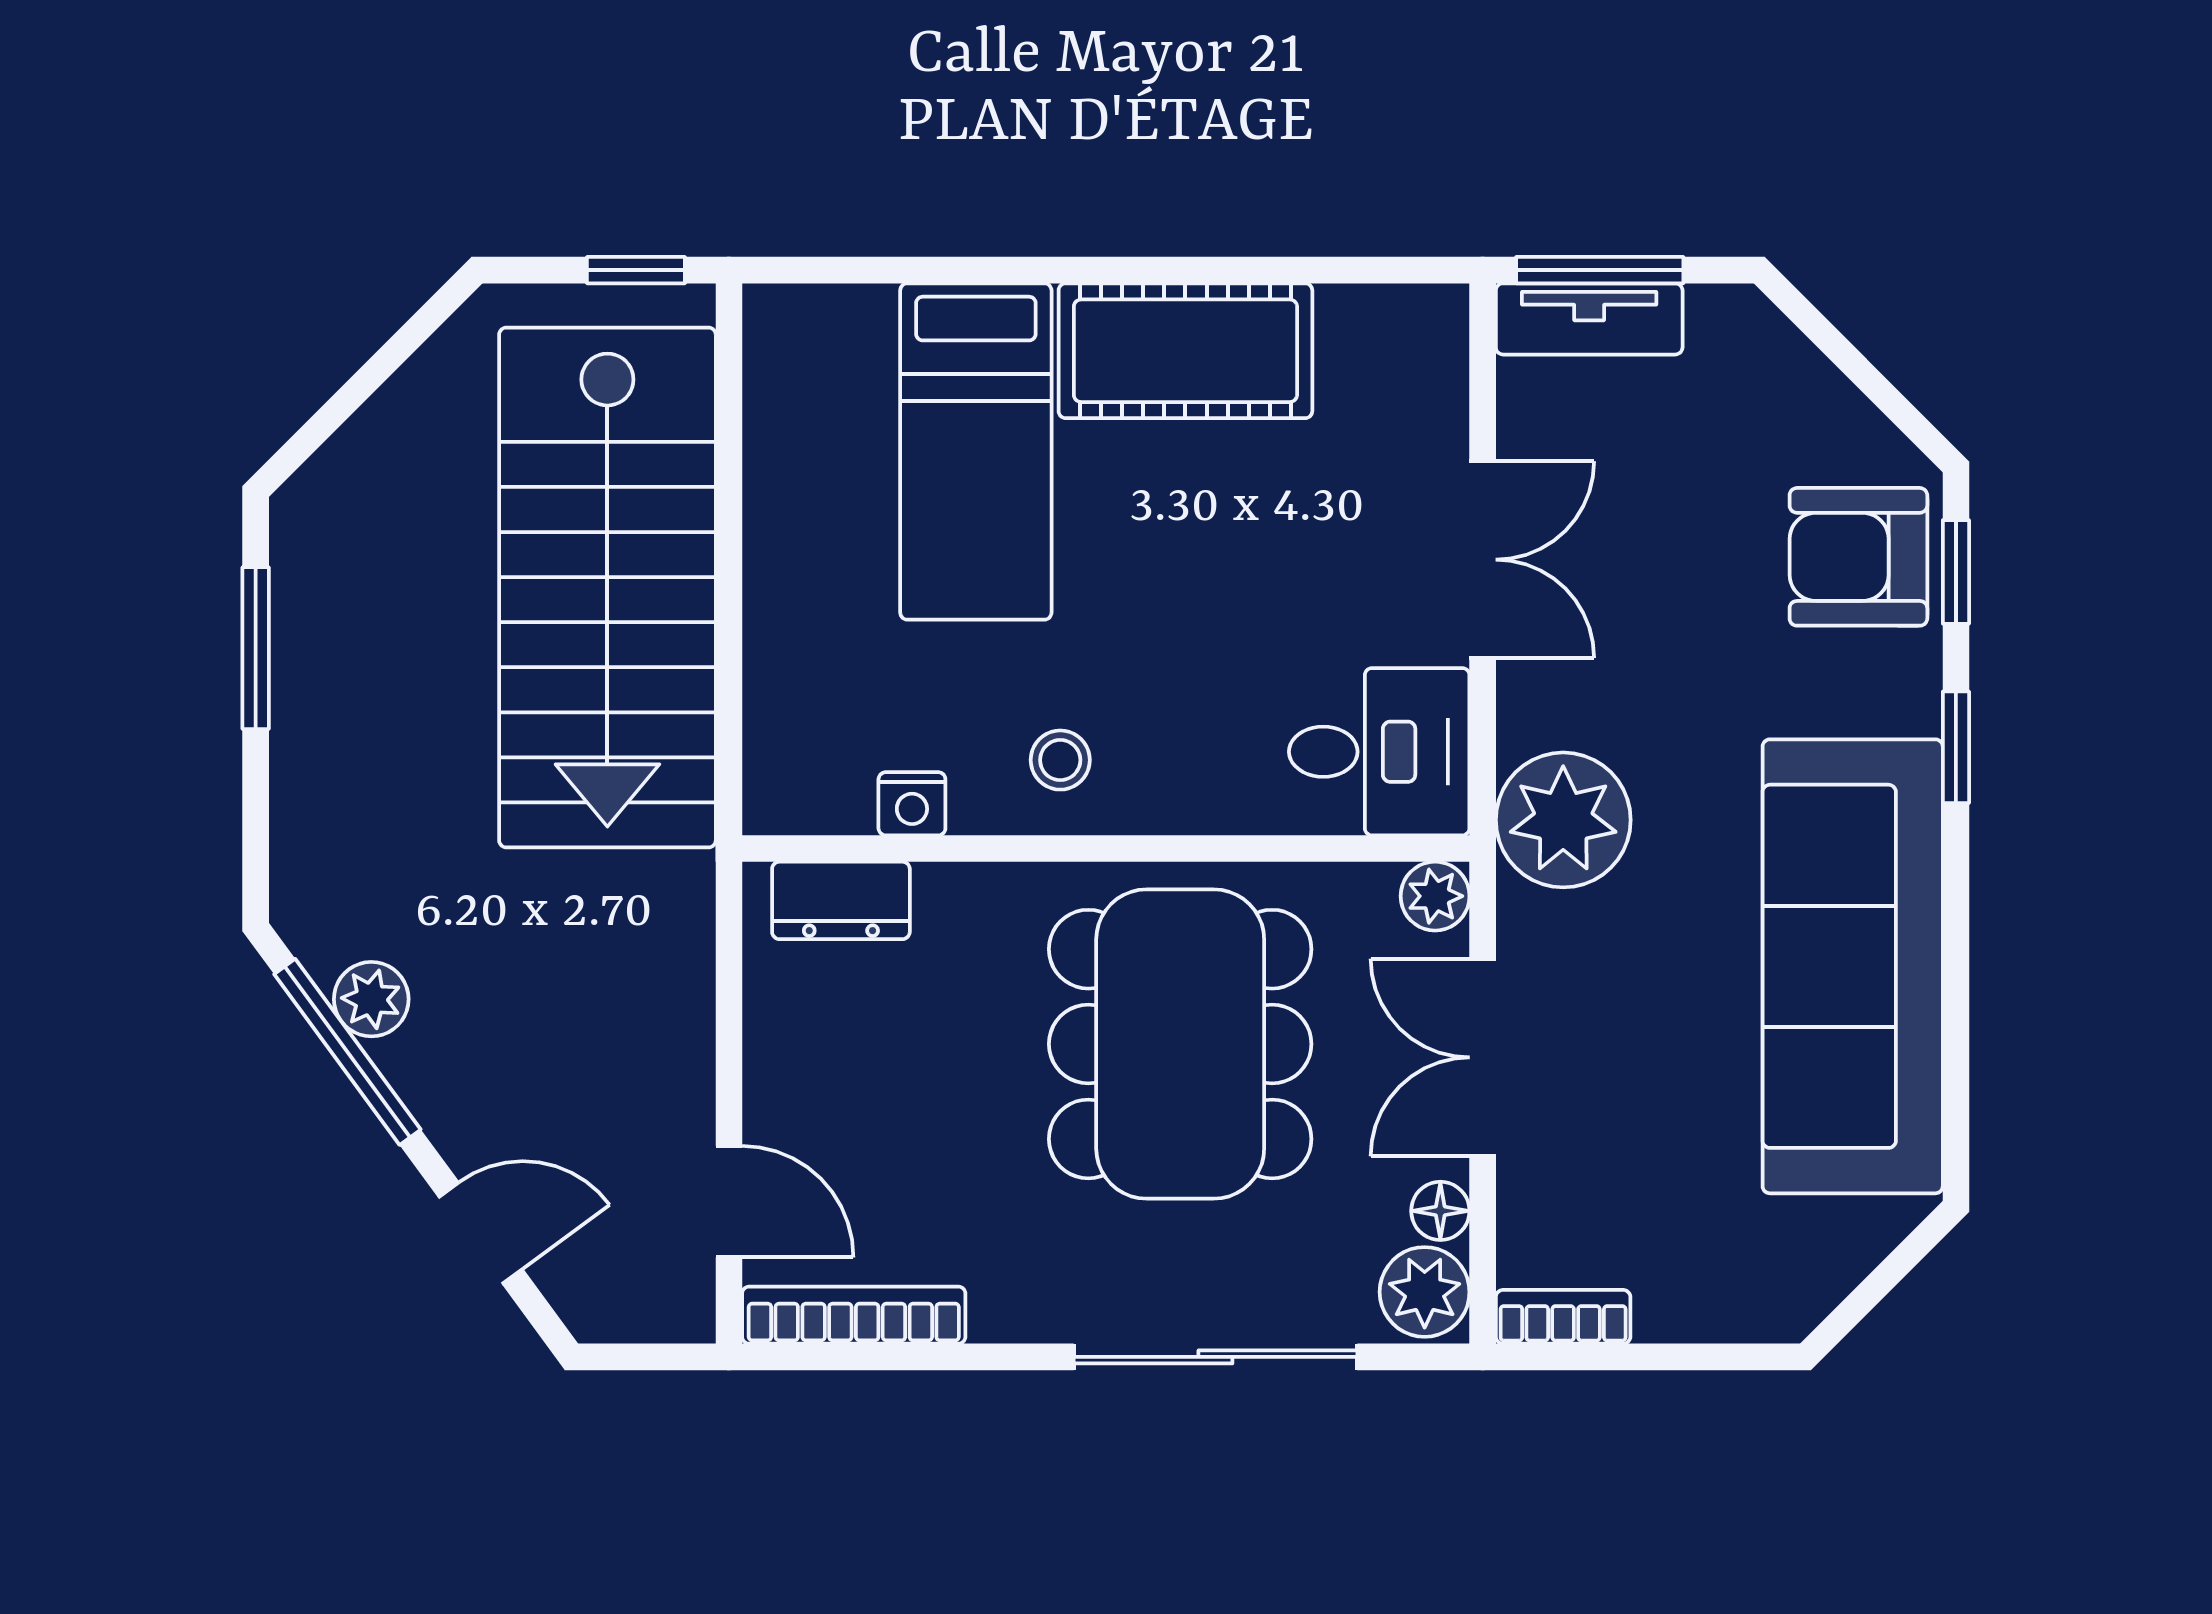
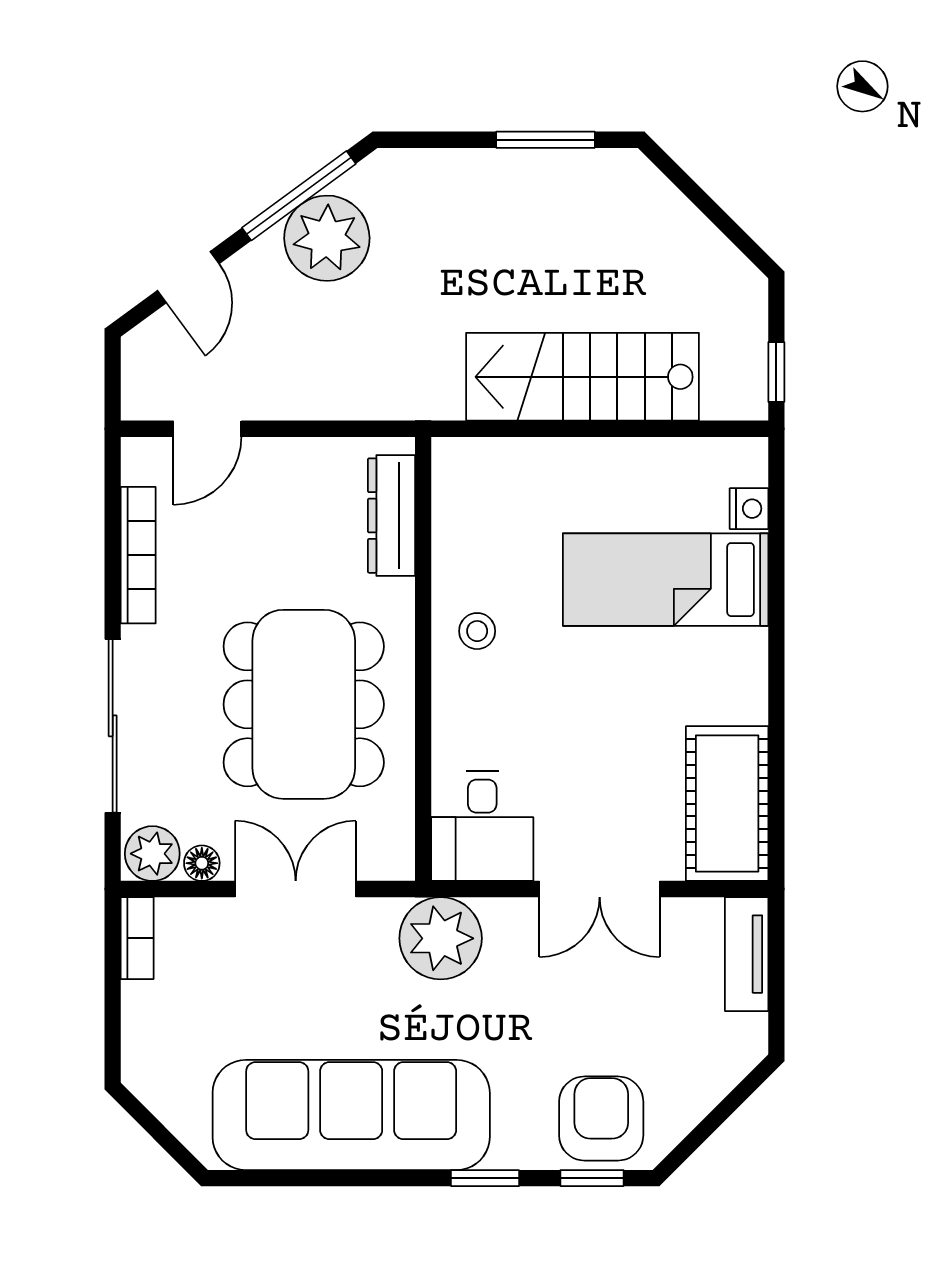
window: (1600, 270) -> (776, 961), removed
cot: (1185, 351) -> (727, 804), moved
stairs: (607, 588) -> (583, 377), width x0.73, depth x0.66
nightstand: (912, 804) -> (749, 509), moved, turned 180
plant: (1435, 896) -> (394, 860), removed
dresser: (841, 900) -> (391, 516), width x1.44
plant: (371, 999) -> (327, 238), width x1.87, depth x1.87
dining table: (1180, 1044) -> (304, 704), turned 90
bookcase: (854, 1315) -> (138, 555), moved

